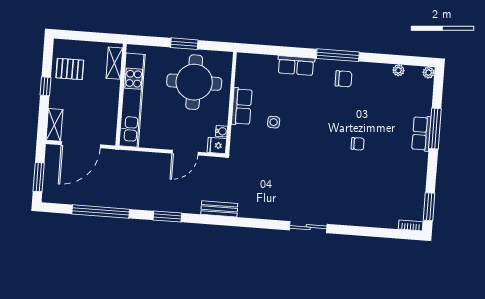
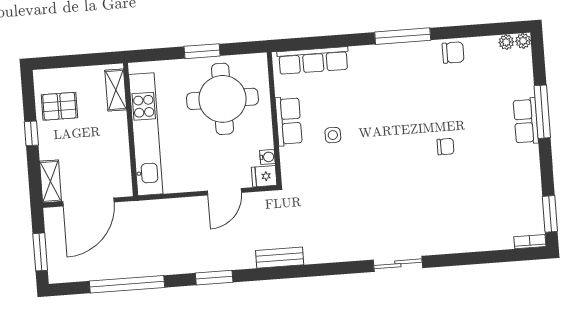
row of seats: (296, 66) -> (313, 60), moved, width x1.48
plant: (398, 70) -> (506, 42), moved
chair: (344, 79) -> (453, 53), moved

